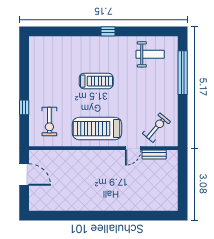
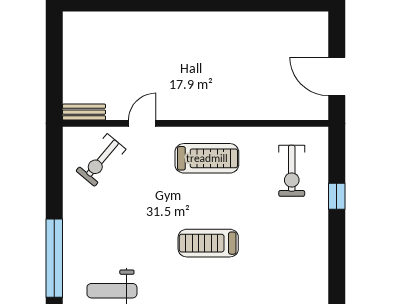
exercise bike: (49, 122) -> (292, 171), turned 180
treadmill: (97, 129) -> (207, 158), width x0.73, depth x0.73
bench: (154, 155) -> (84, 112), moved

